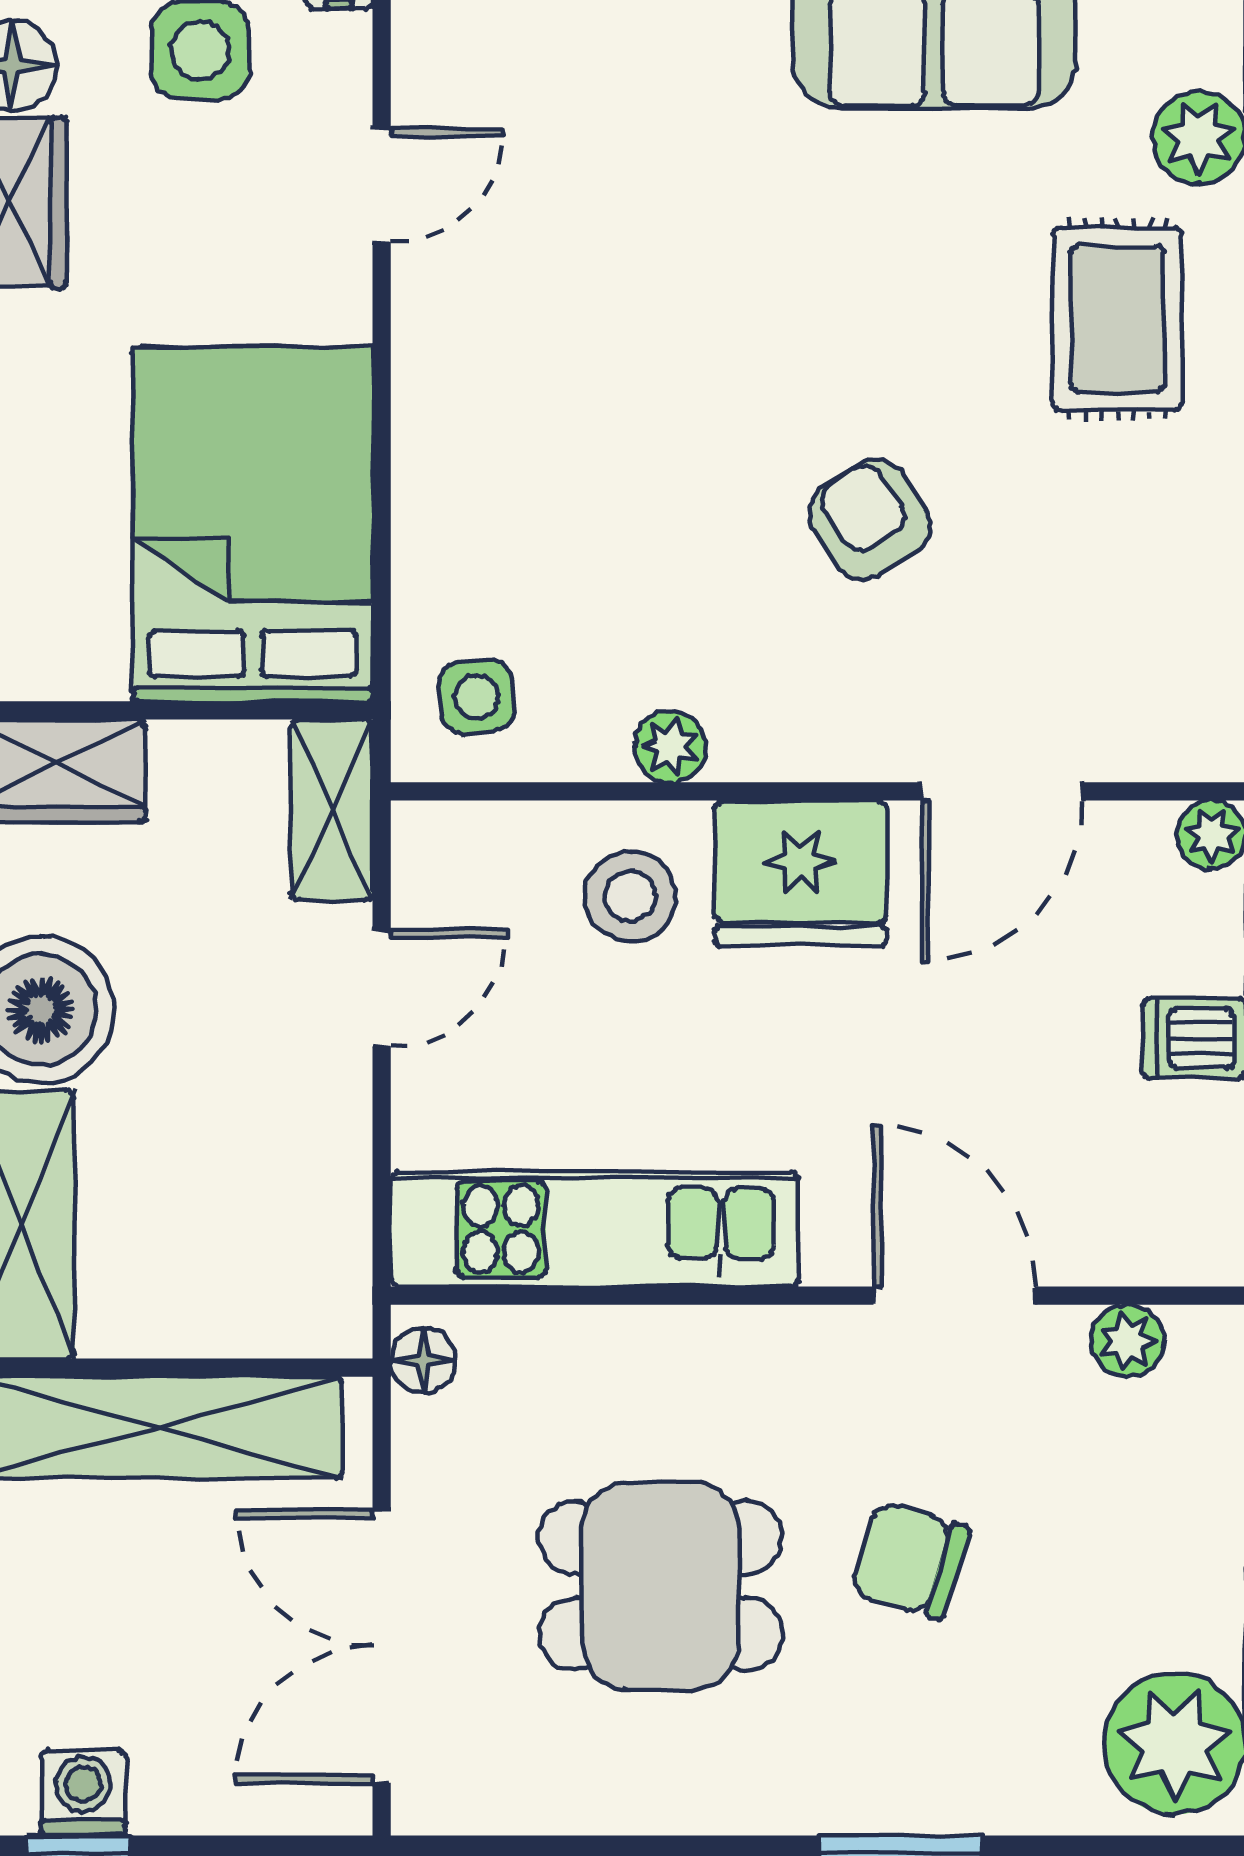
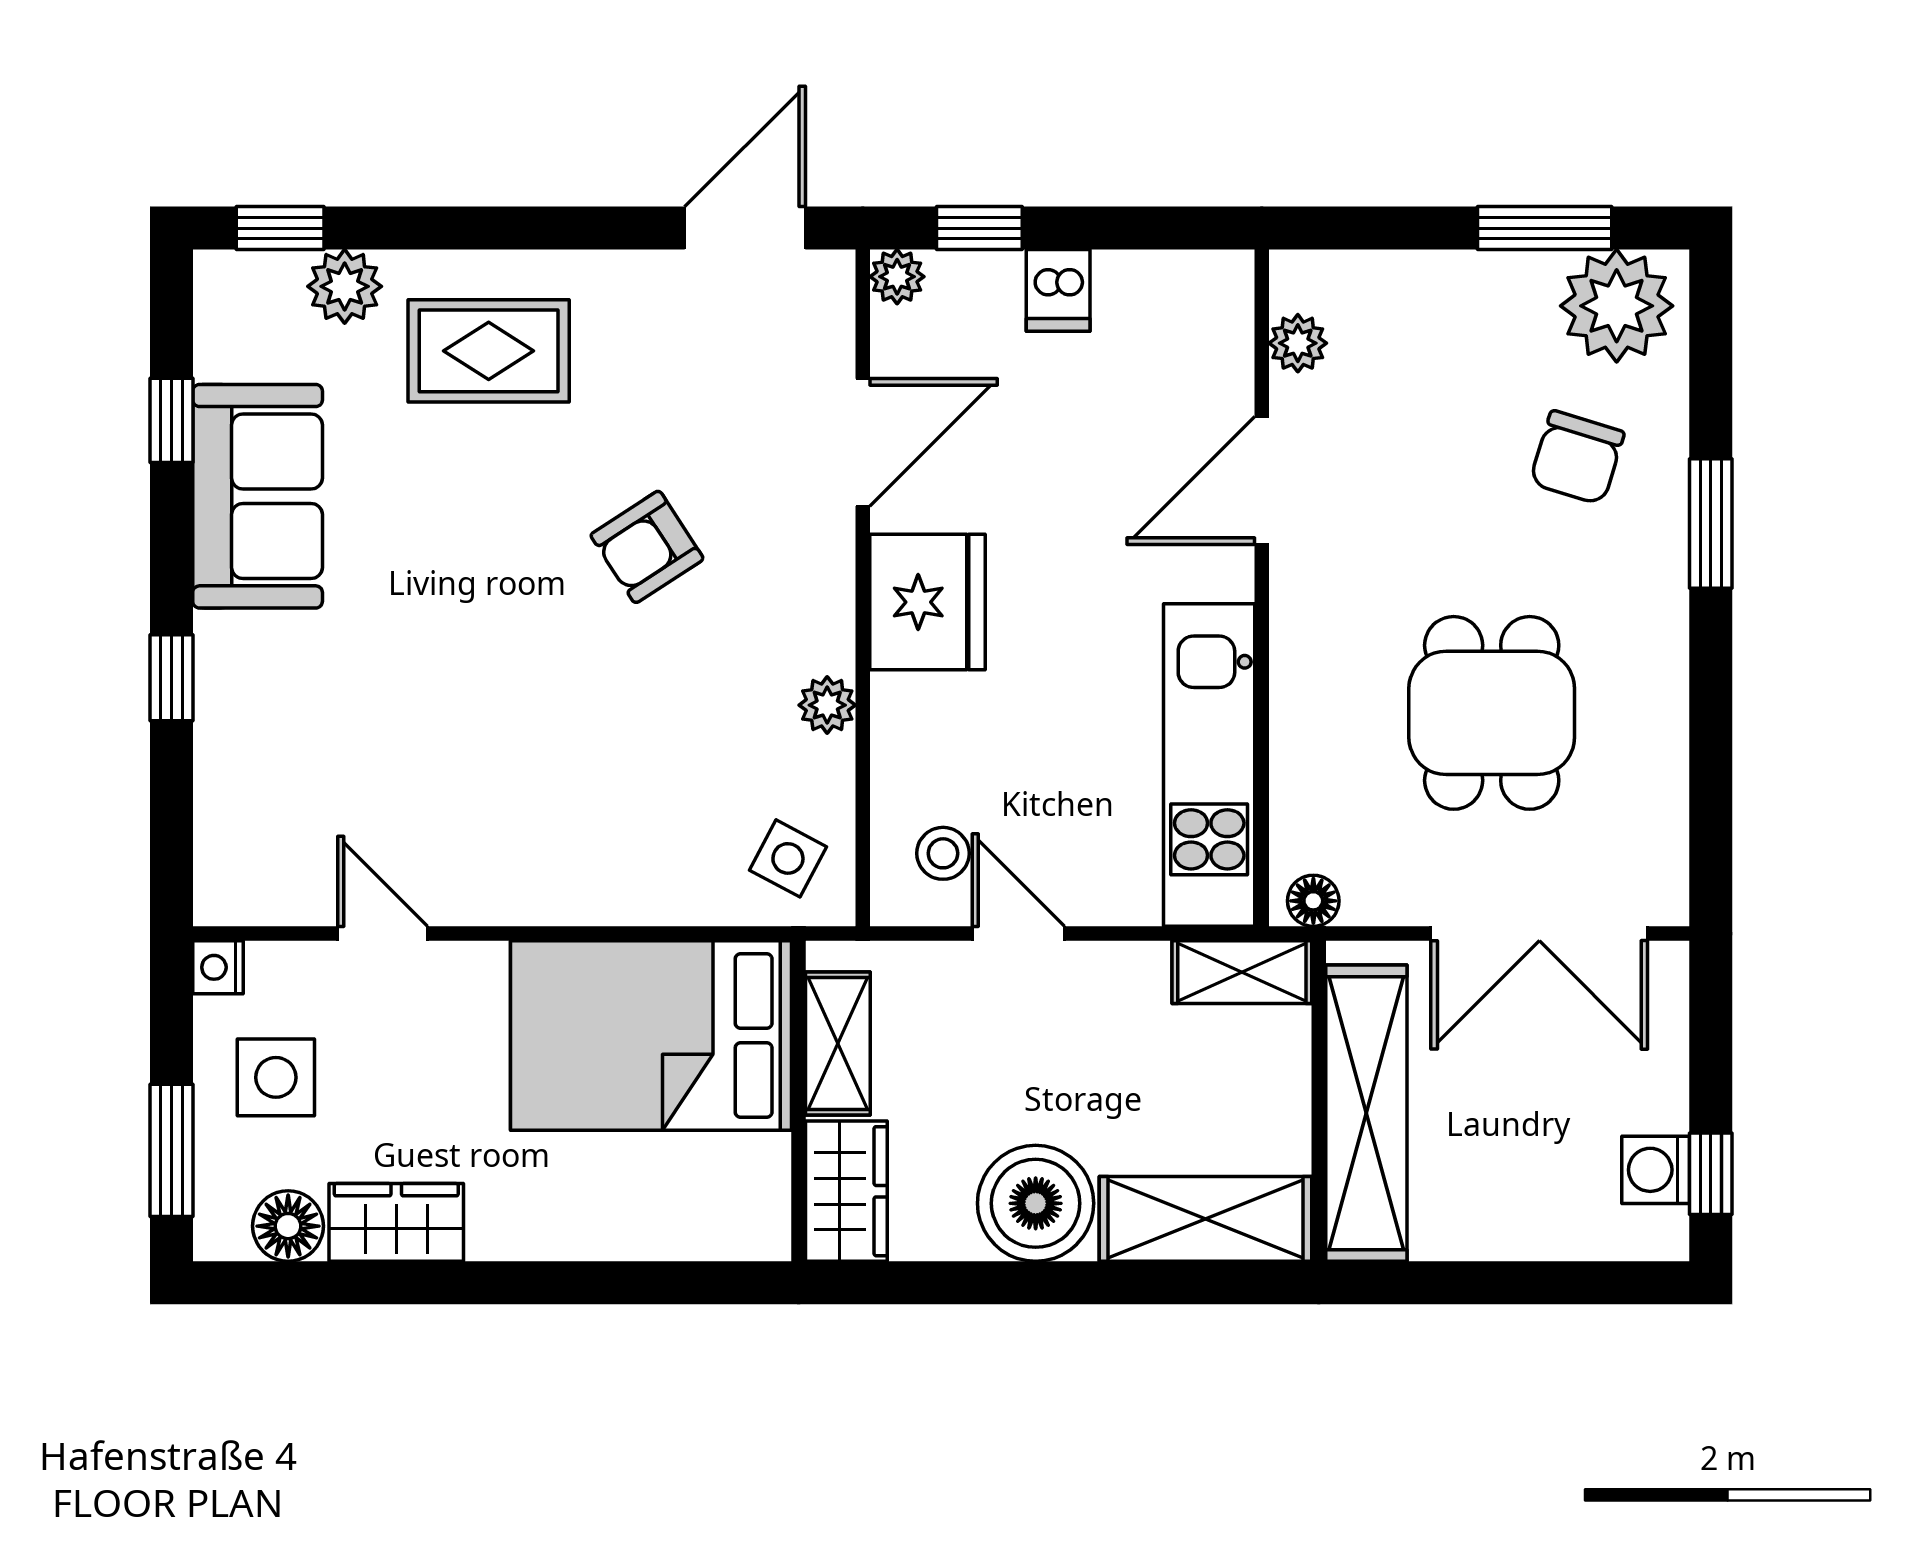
side table: (477, 697) -> (788, 858), turned 33
door: (1002, 791) -> (863, 442), hinge flipped
shelving: (332, 810) -> (838, 1044), moved, turned 90
stool: (631, 897) -> (943, 853), moved, width x0.73, depth x0.73
shelving: (333, 1270) -> (1242, 972), added
chair: (910, 1560) -> (1577, 457), moved

